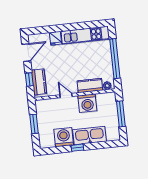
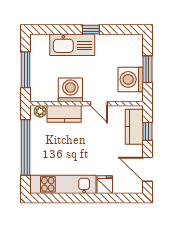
door: (26, 53) -> (147, 169), hinge flipped
washing machine: (64, 137) -> (131, 79), moved, turned 90

